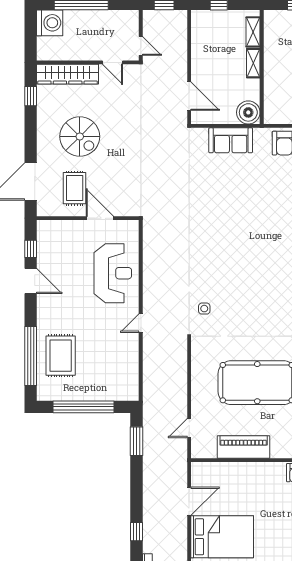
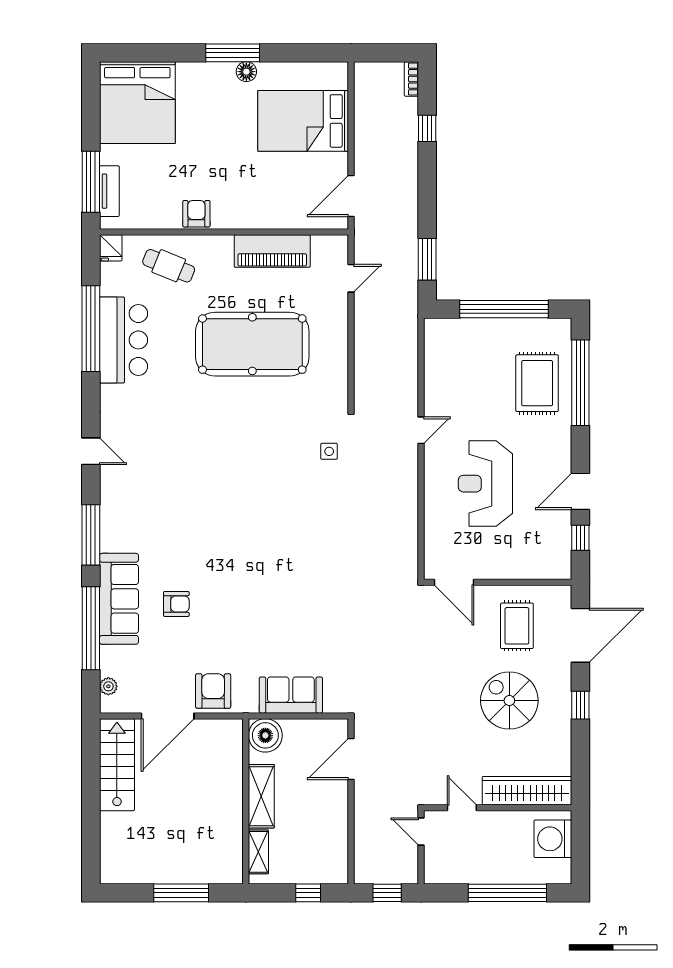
washing machine: (50, 23) -> (553, 839), moved
shelving: (253, 63) -> (261, 796), width x1.50, depth x1.33
window: (31, 96) -> (580, 705), moved
door: (189, 96) -> (351, 759), hinge flipped
door: (100, 218) -> (454, 582), moved
reception desk: (113, 273) -> (485, 484), moved
door: (31, 281) -> (580, 491), hinge flipped
door: (189, 501) -> (351, 196), moved

